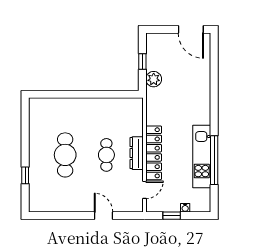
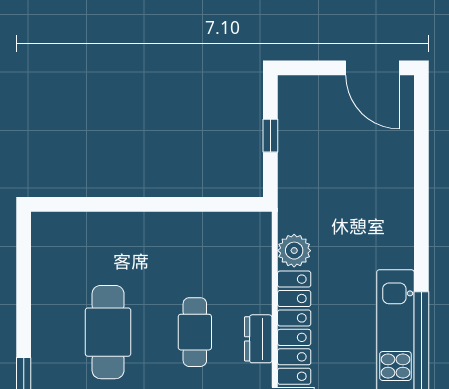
plant: (154, 79) -> (294, 251), moved
dresser: (137, 153) -> (258, 339), width x0.70

